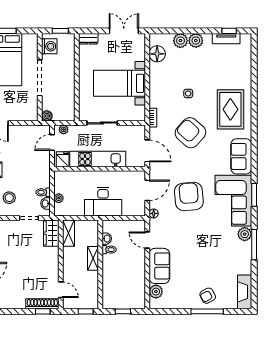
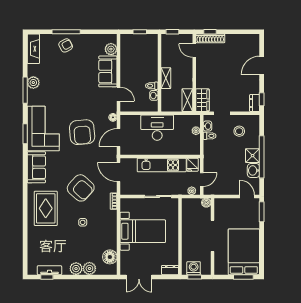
washing machine: (49, 46) -> (194, 268), moved, turned 90
plant: (245, 234) -> (33, 83), moved

